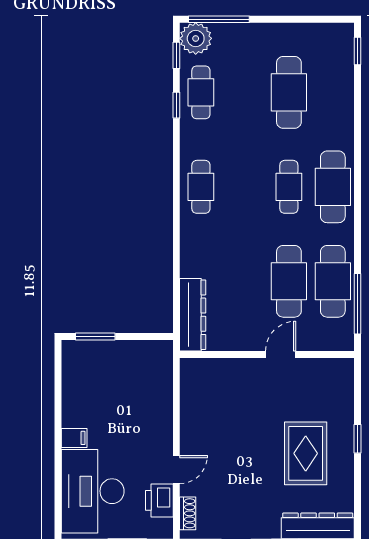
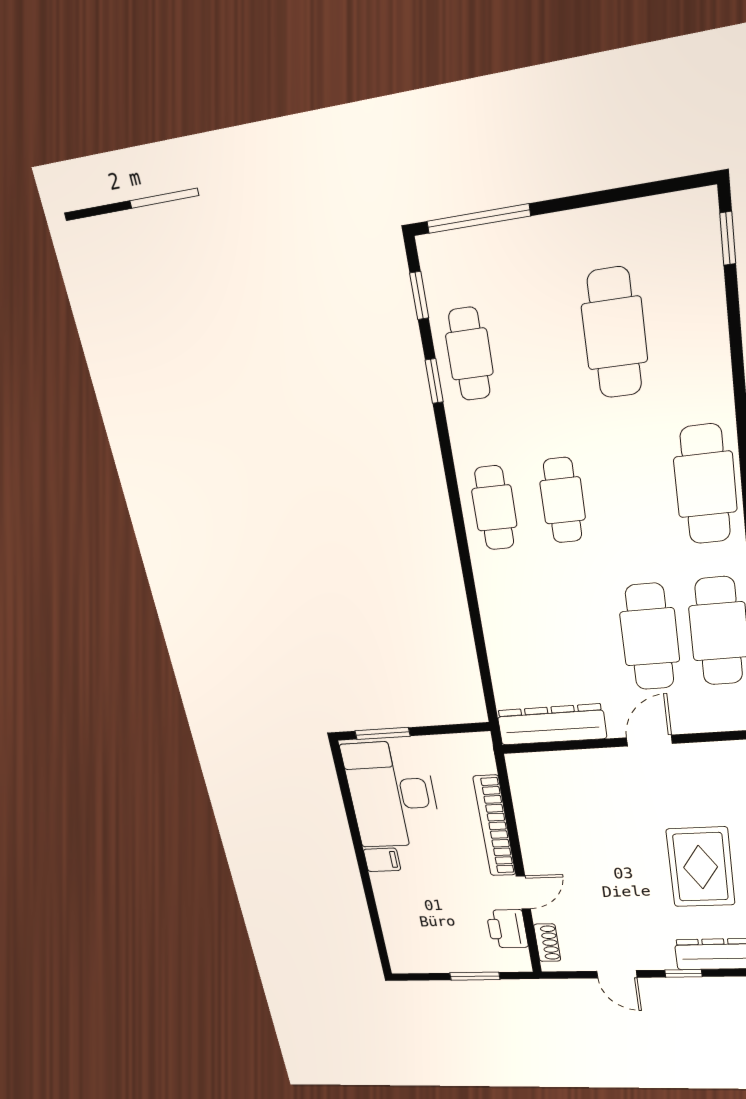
plant: (196, 38) -> (445, 260), removed
cafe table: (289, 187) -> (563, 500), moved
dresser: (193, 315) -> (552, 724), moved, turned -90
bookcase: (164, 414) -> (495, 826), added
desk: (93, 491) -> (392, 795), moved

